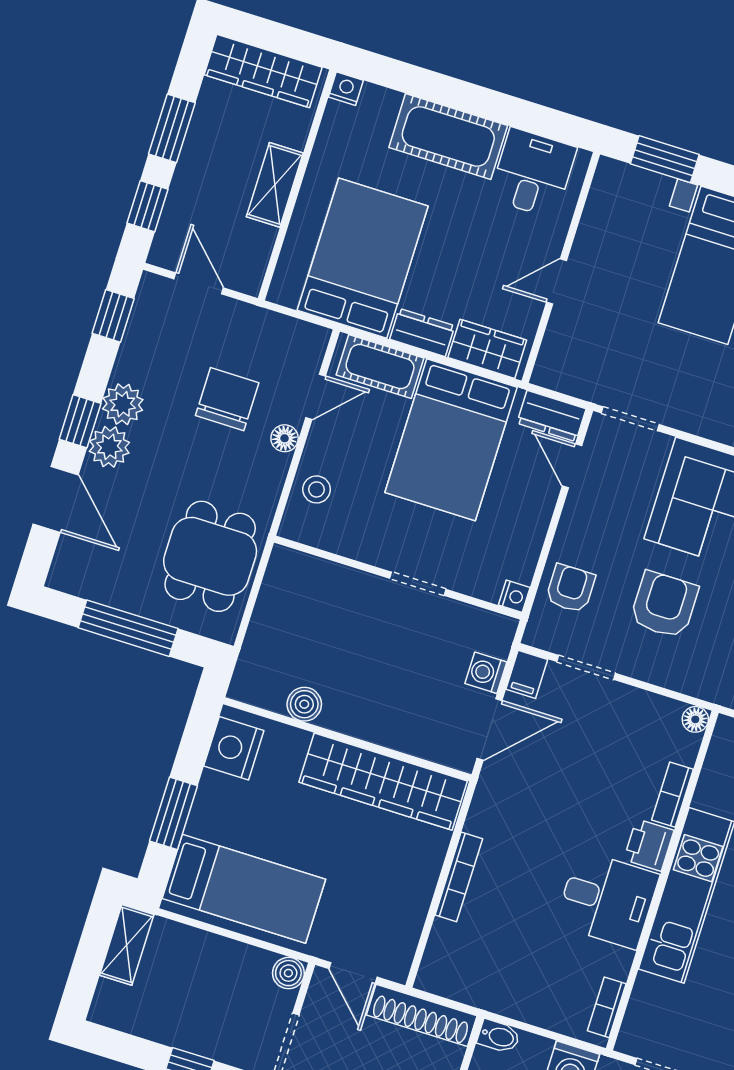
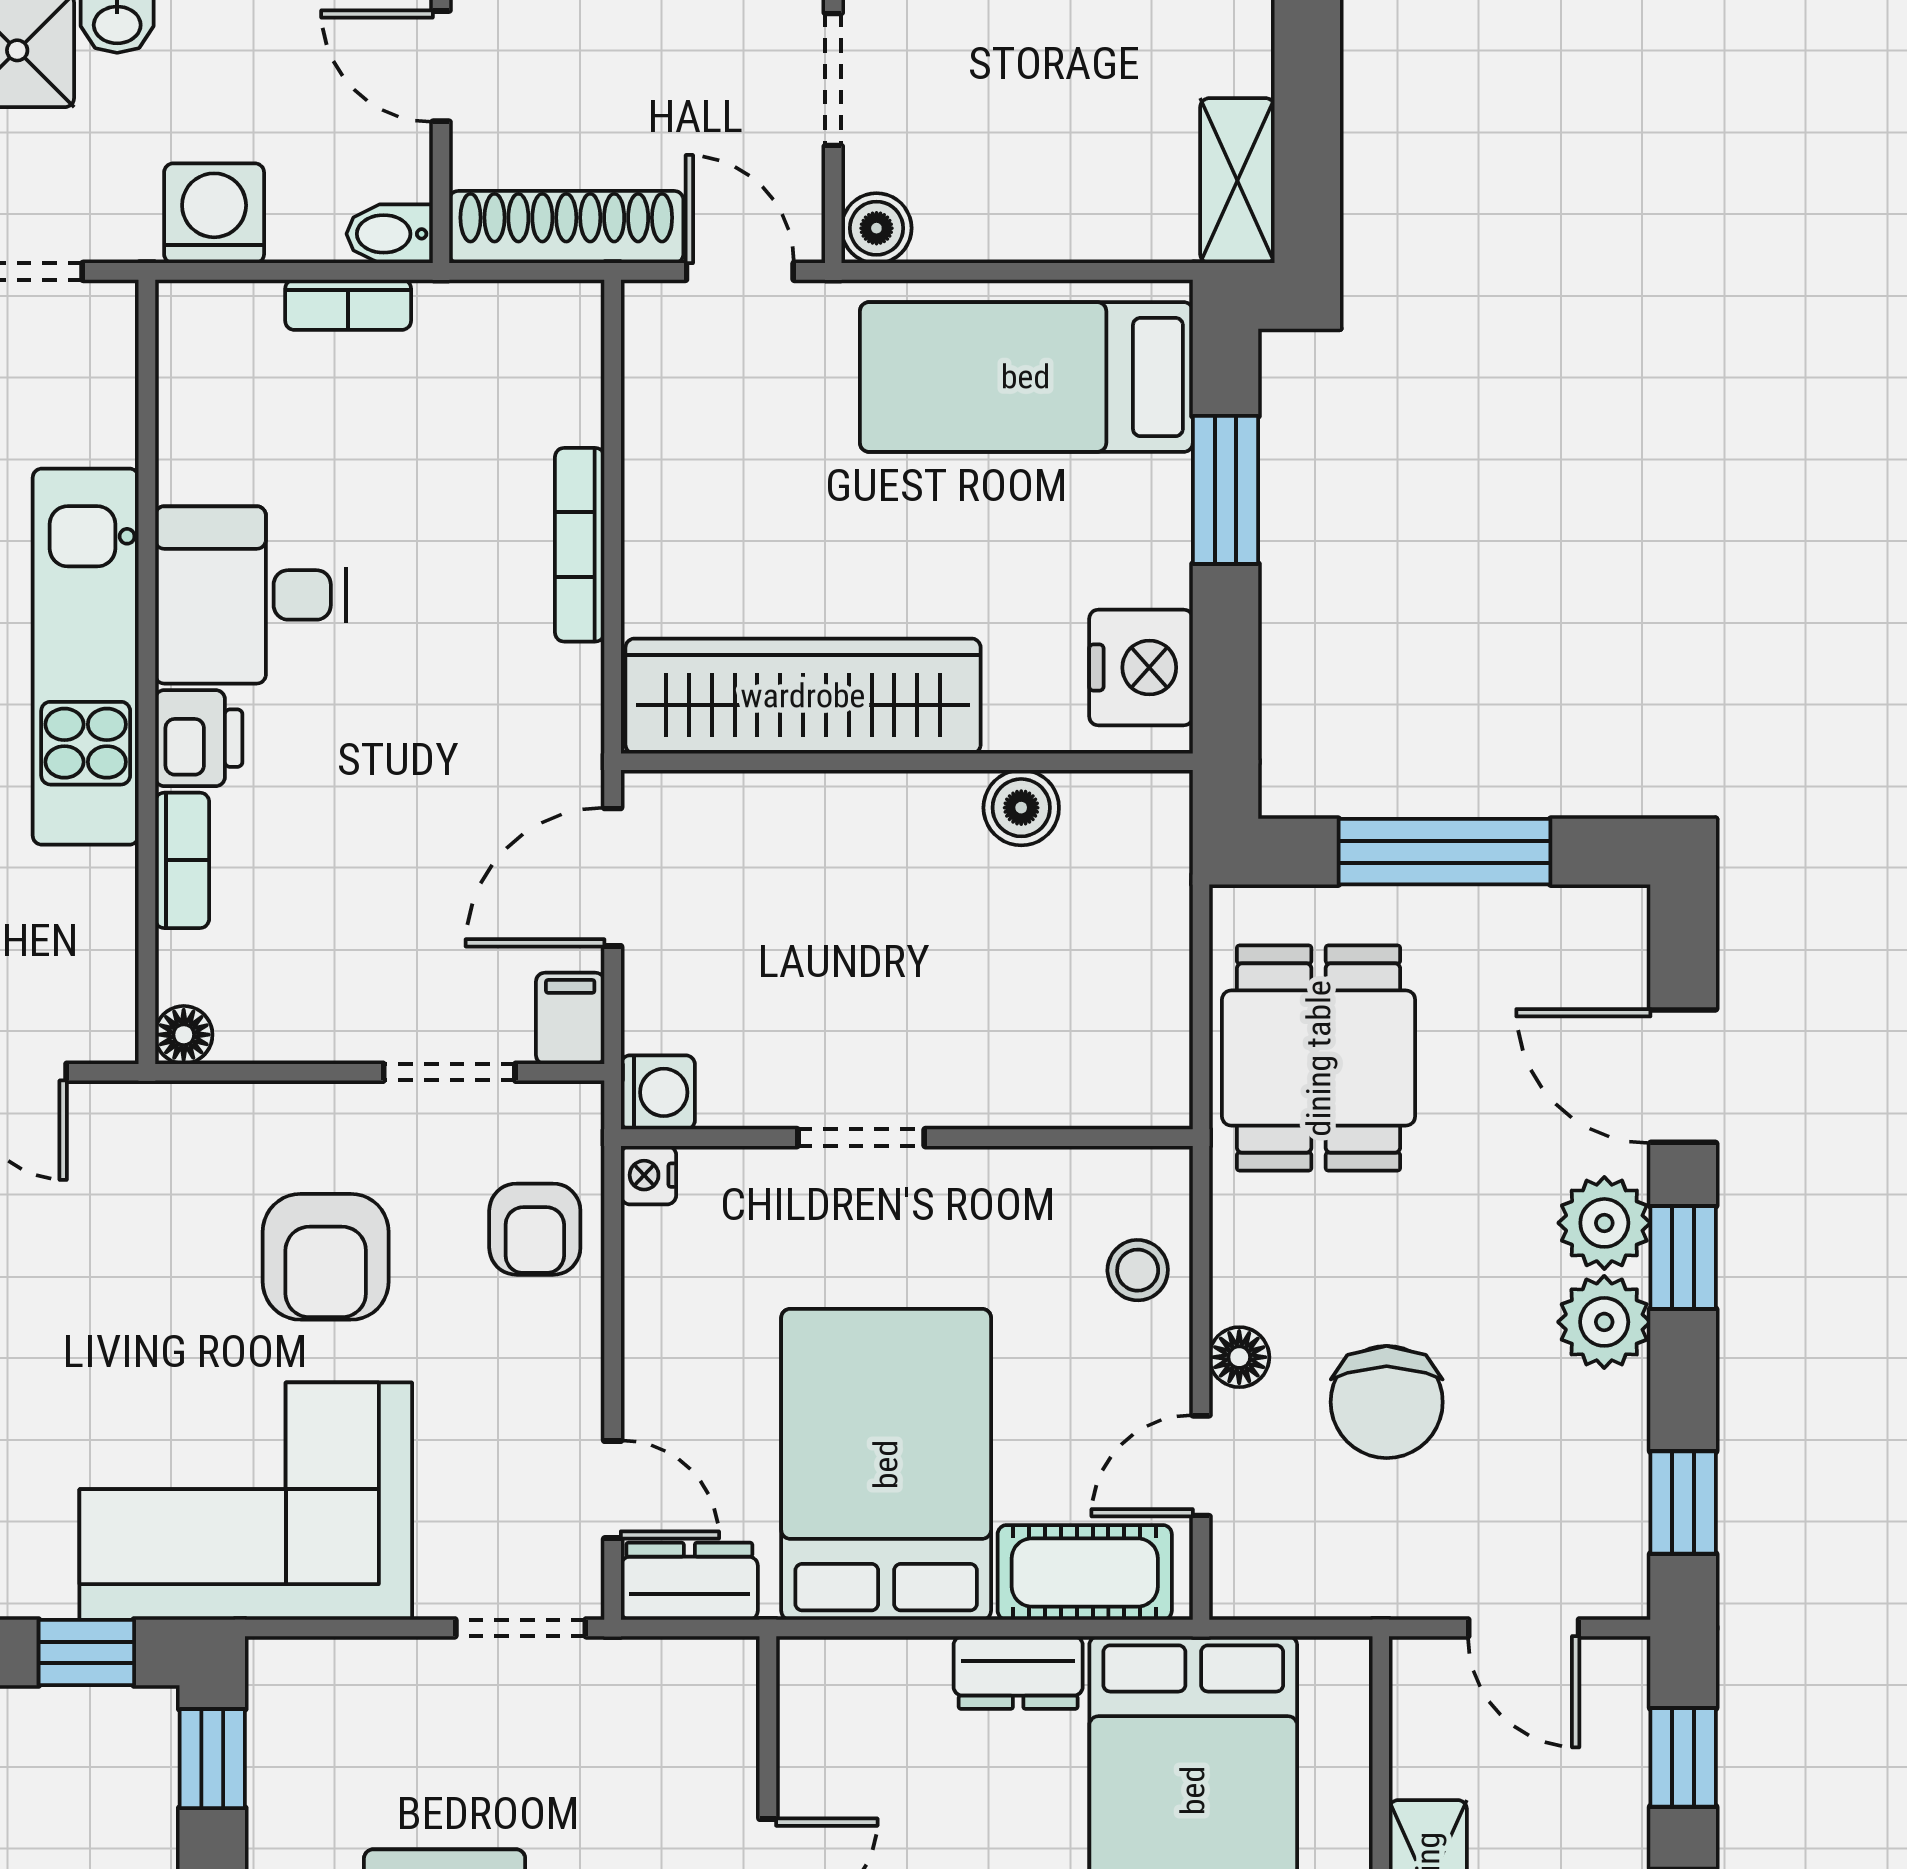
wardrobe: (487, 349) -> (870, 1681), removed
washing machine: (486, 673) -> (658, 1092), moved
bookcase: (607, 1007) -> (348, 305), moved, turned 90

